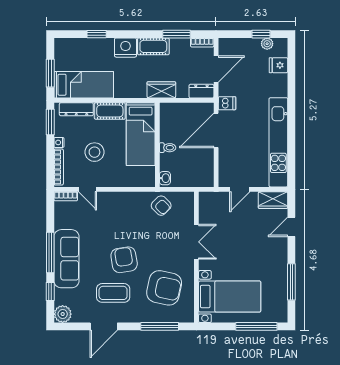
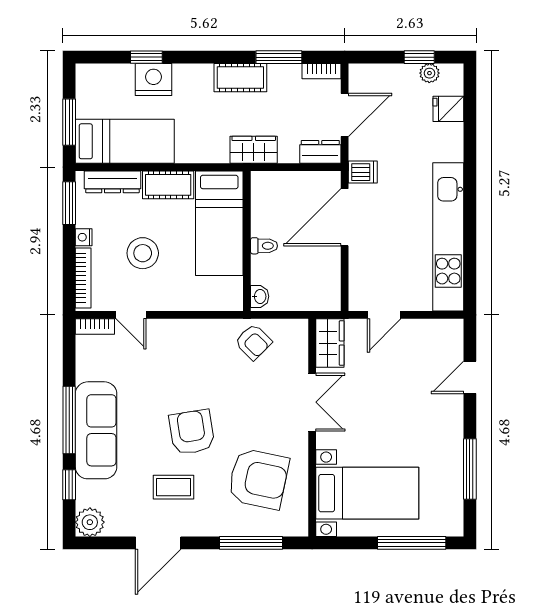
nightstand: (125, 48) -> (153, 79), moved
wardrobe: (273, 200) -> (330, 343), moved, turned -90
coffee table: (113, 293) -> (174, 487), width x0.73, depth x0.77

